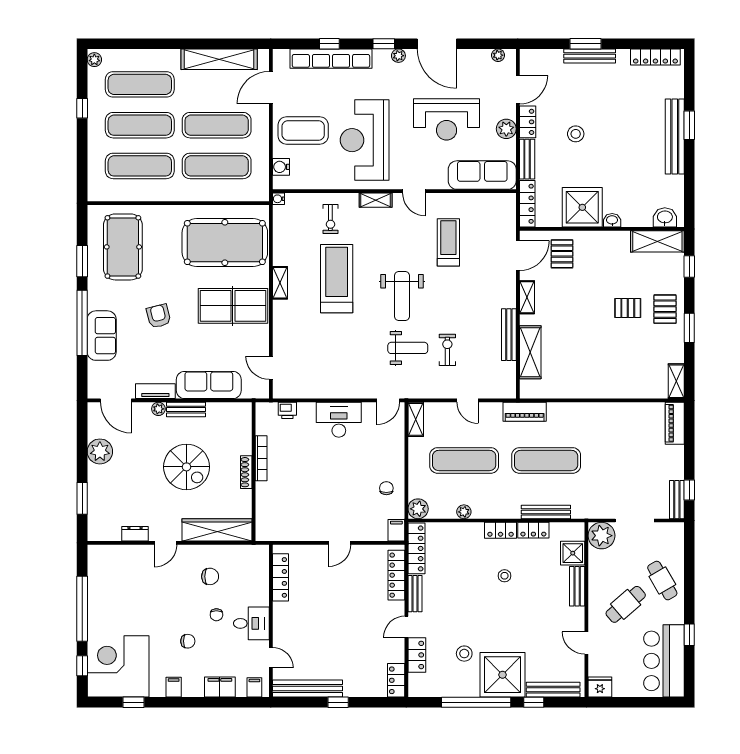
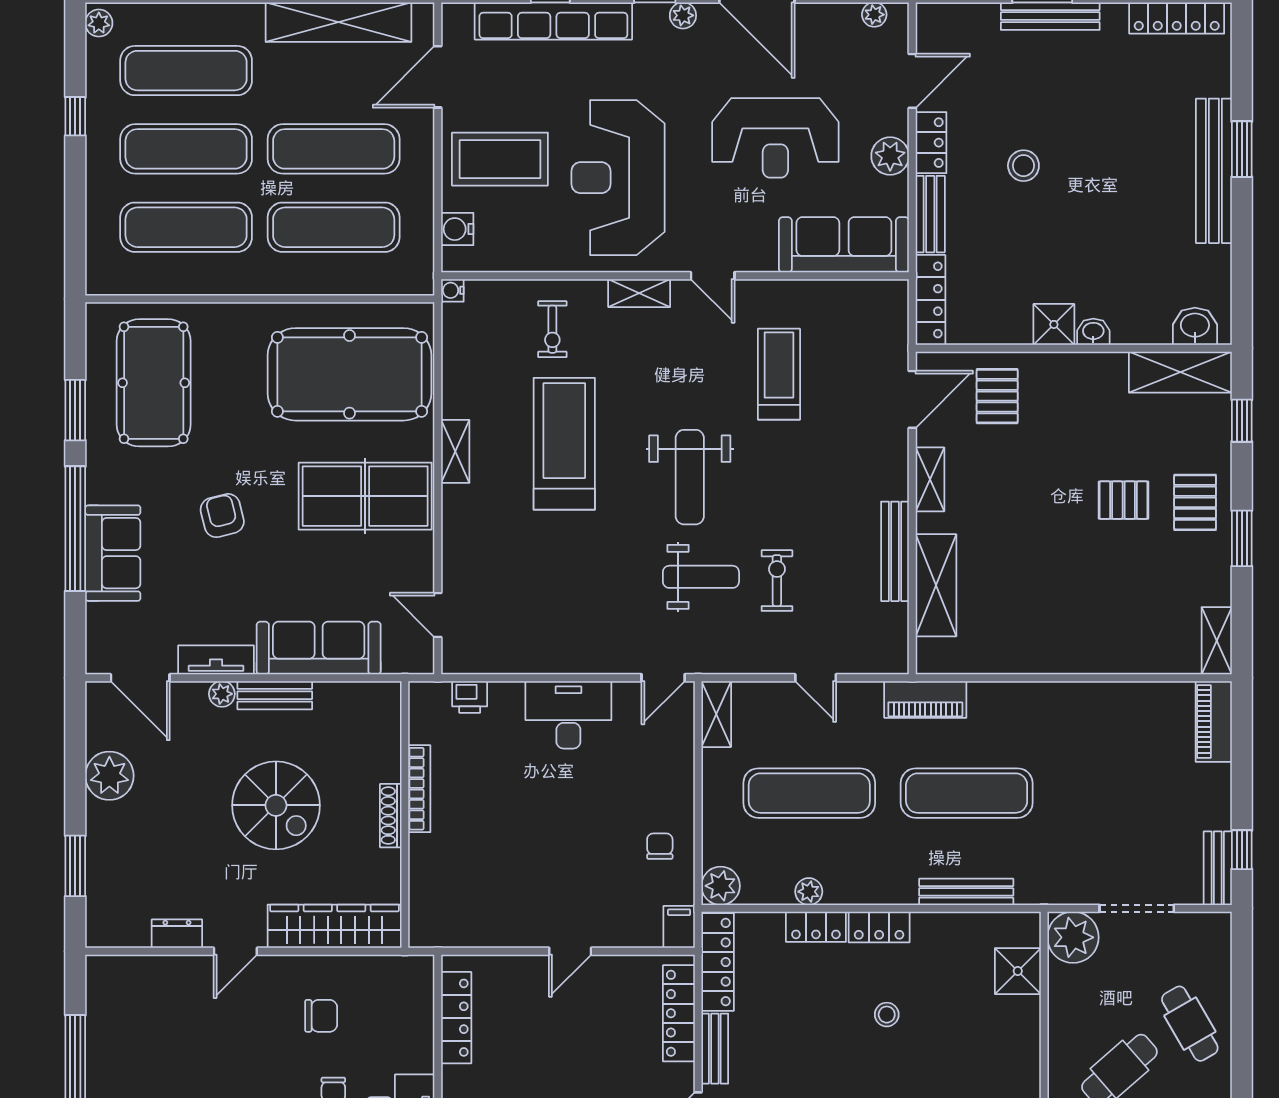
shower: (582, 207) -> (1054, 324), width x0.54, depth x0.54
locker: (533, 530) -> (816, 927), moved
bench: (577, 586) -> (1026, 1035), removed

